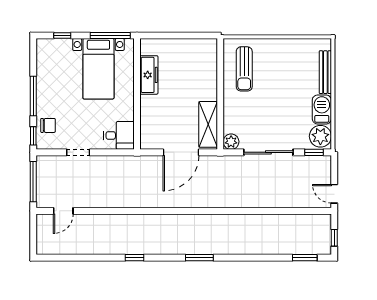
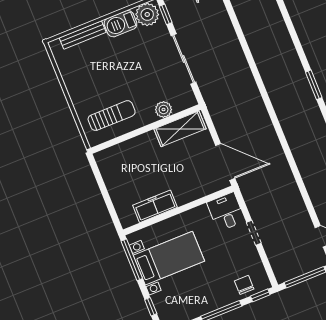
plant: (231, 142) -> (164, 110), moved
doorway: (78, 152) -> (254, 233), moved
door: (181, 152) -> (225, 162), moved

